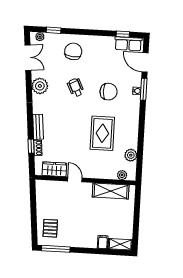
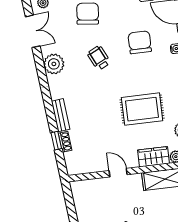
chair: (109, 92) -> (140, 42), moved, turned -90
rug: (102, 133) -> (142, 109), turned 90
wardrobe: (54, 169) -> (153, 157), moved

